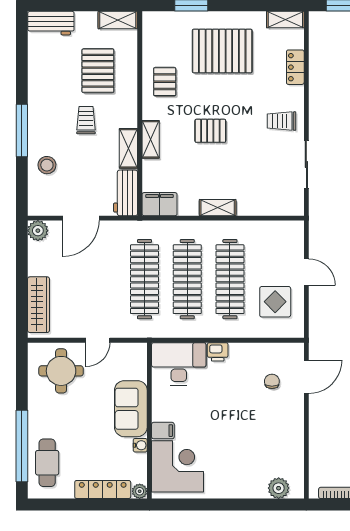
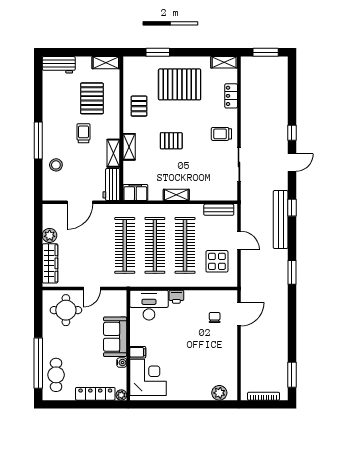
bench: (278, 229) -> (219, 210), added
plant: (38, 231) -> (50, 235), moved

